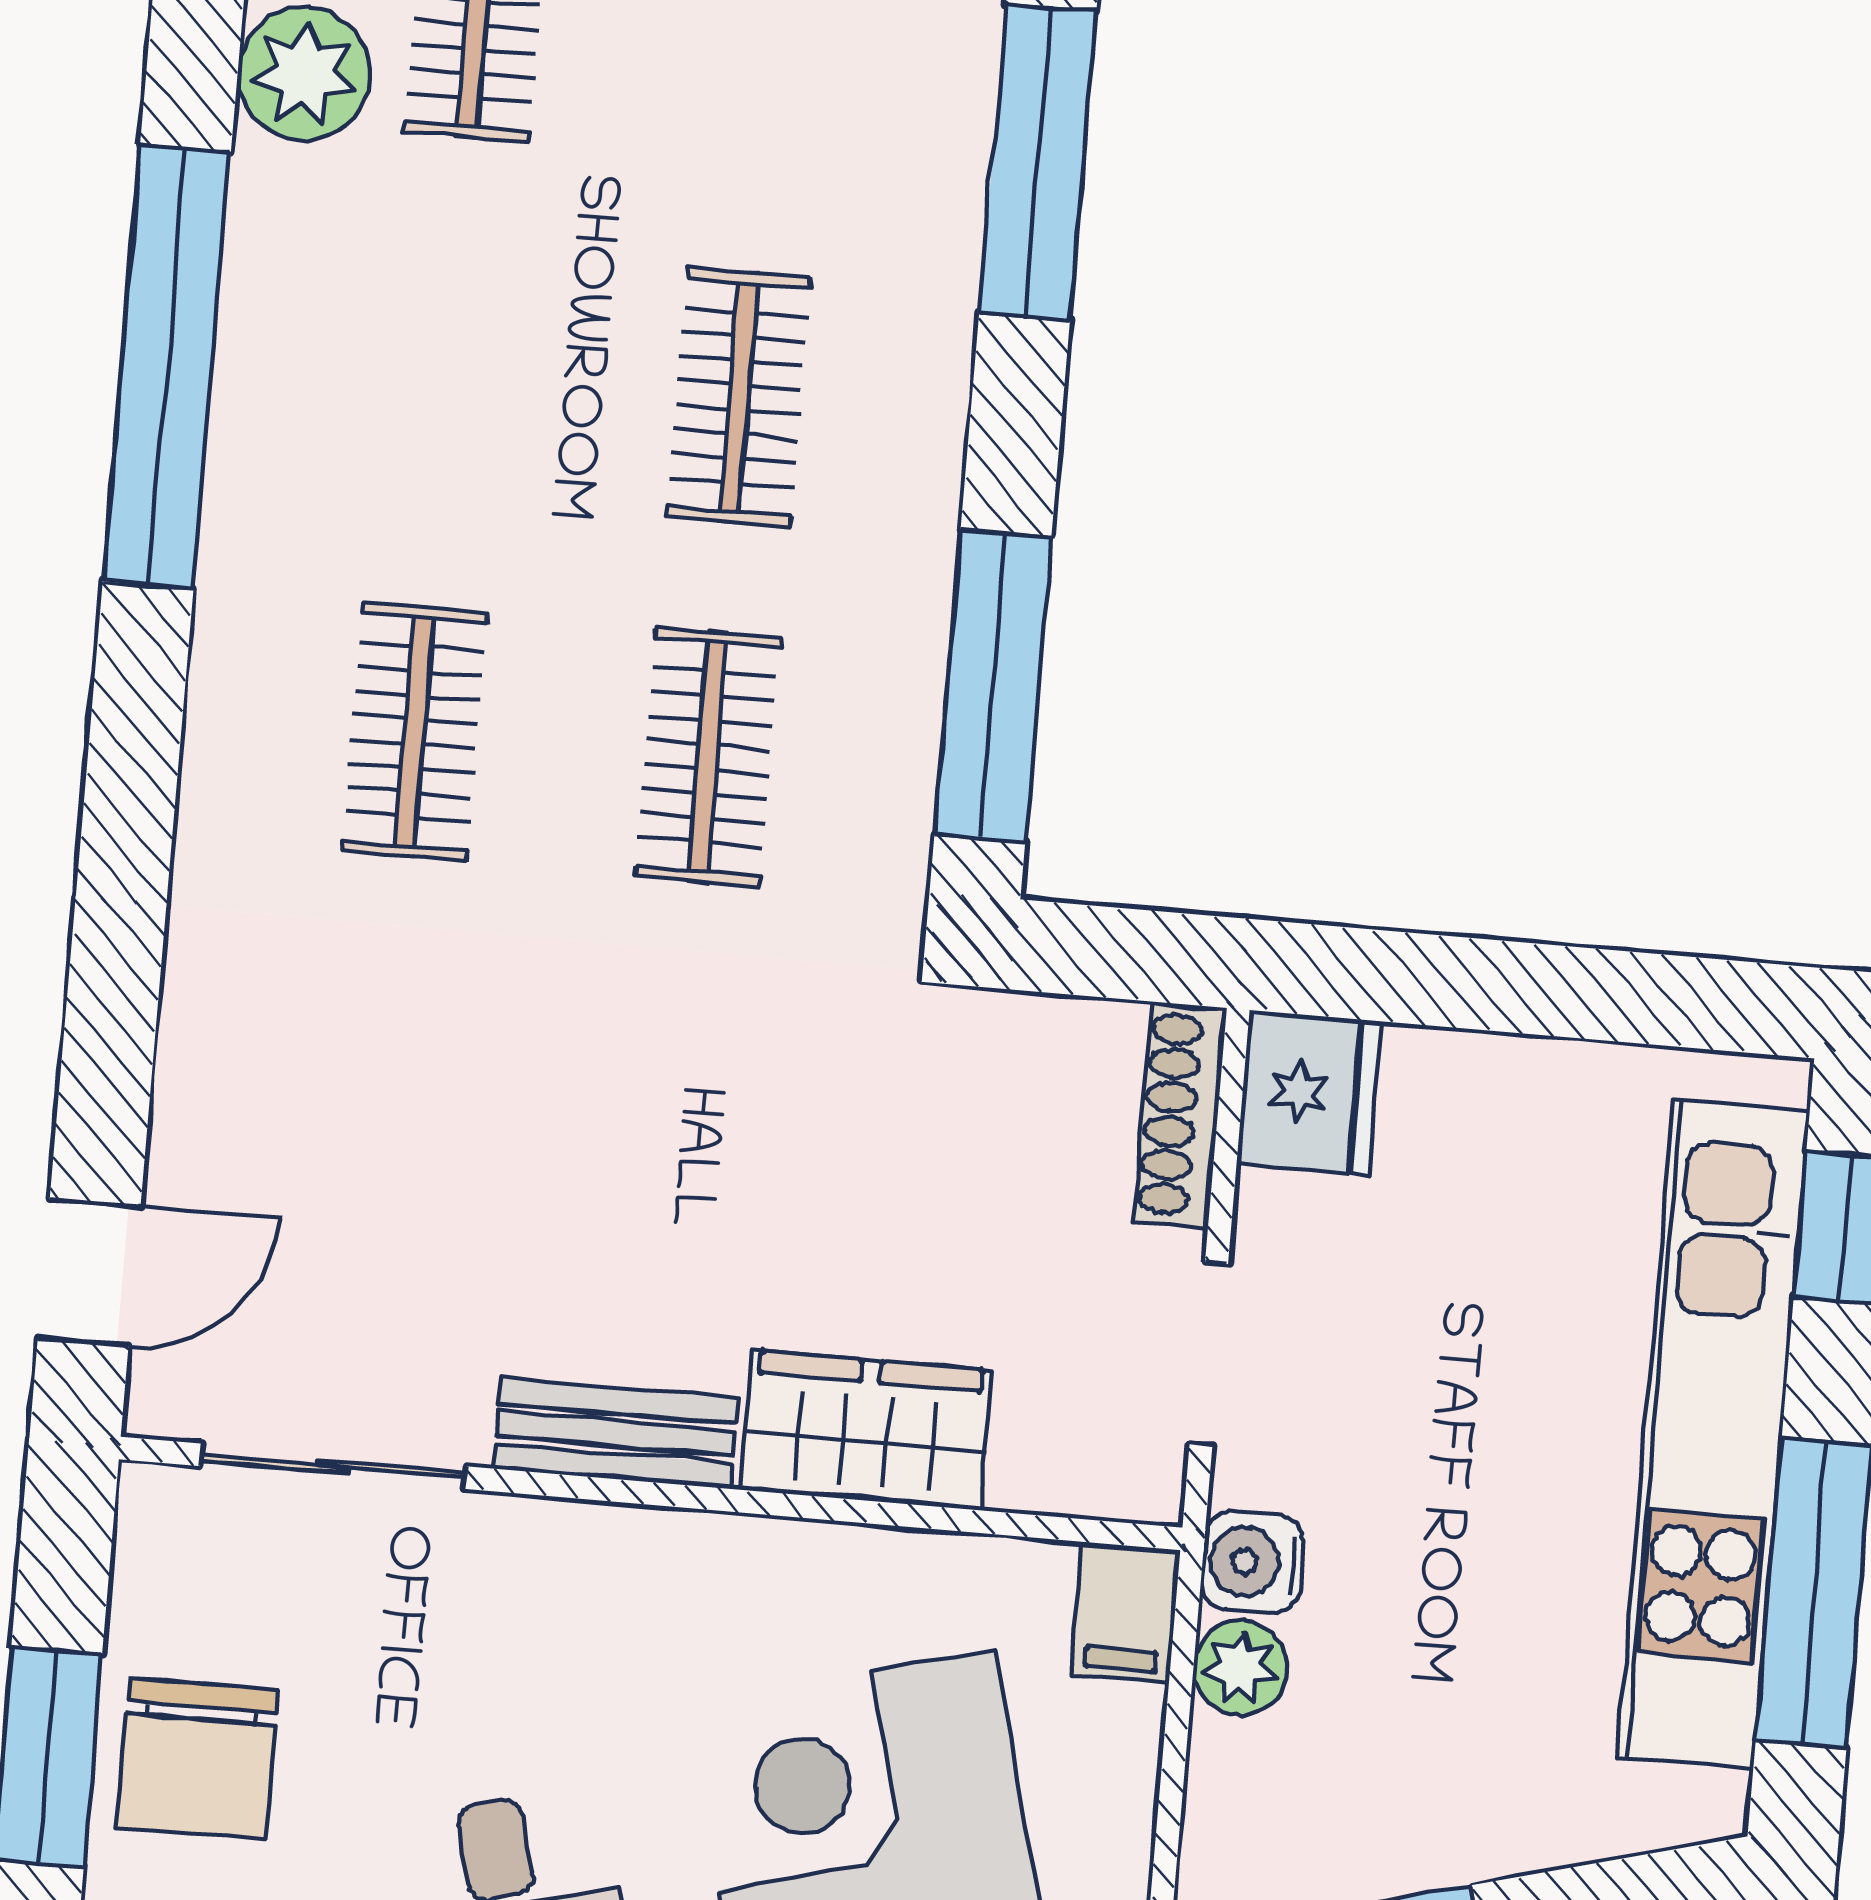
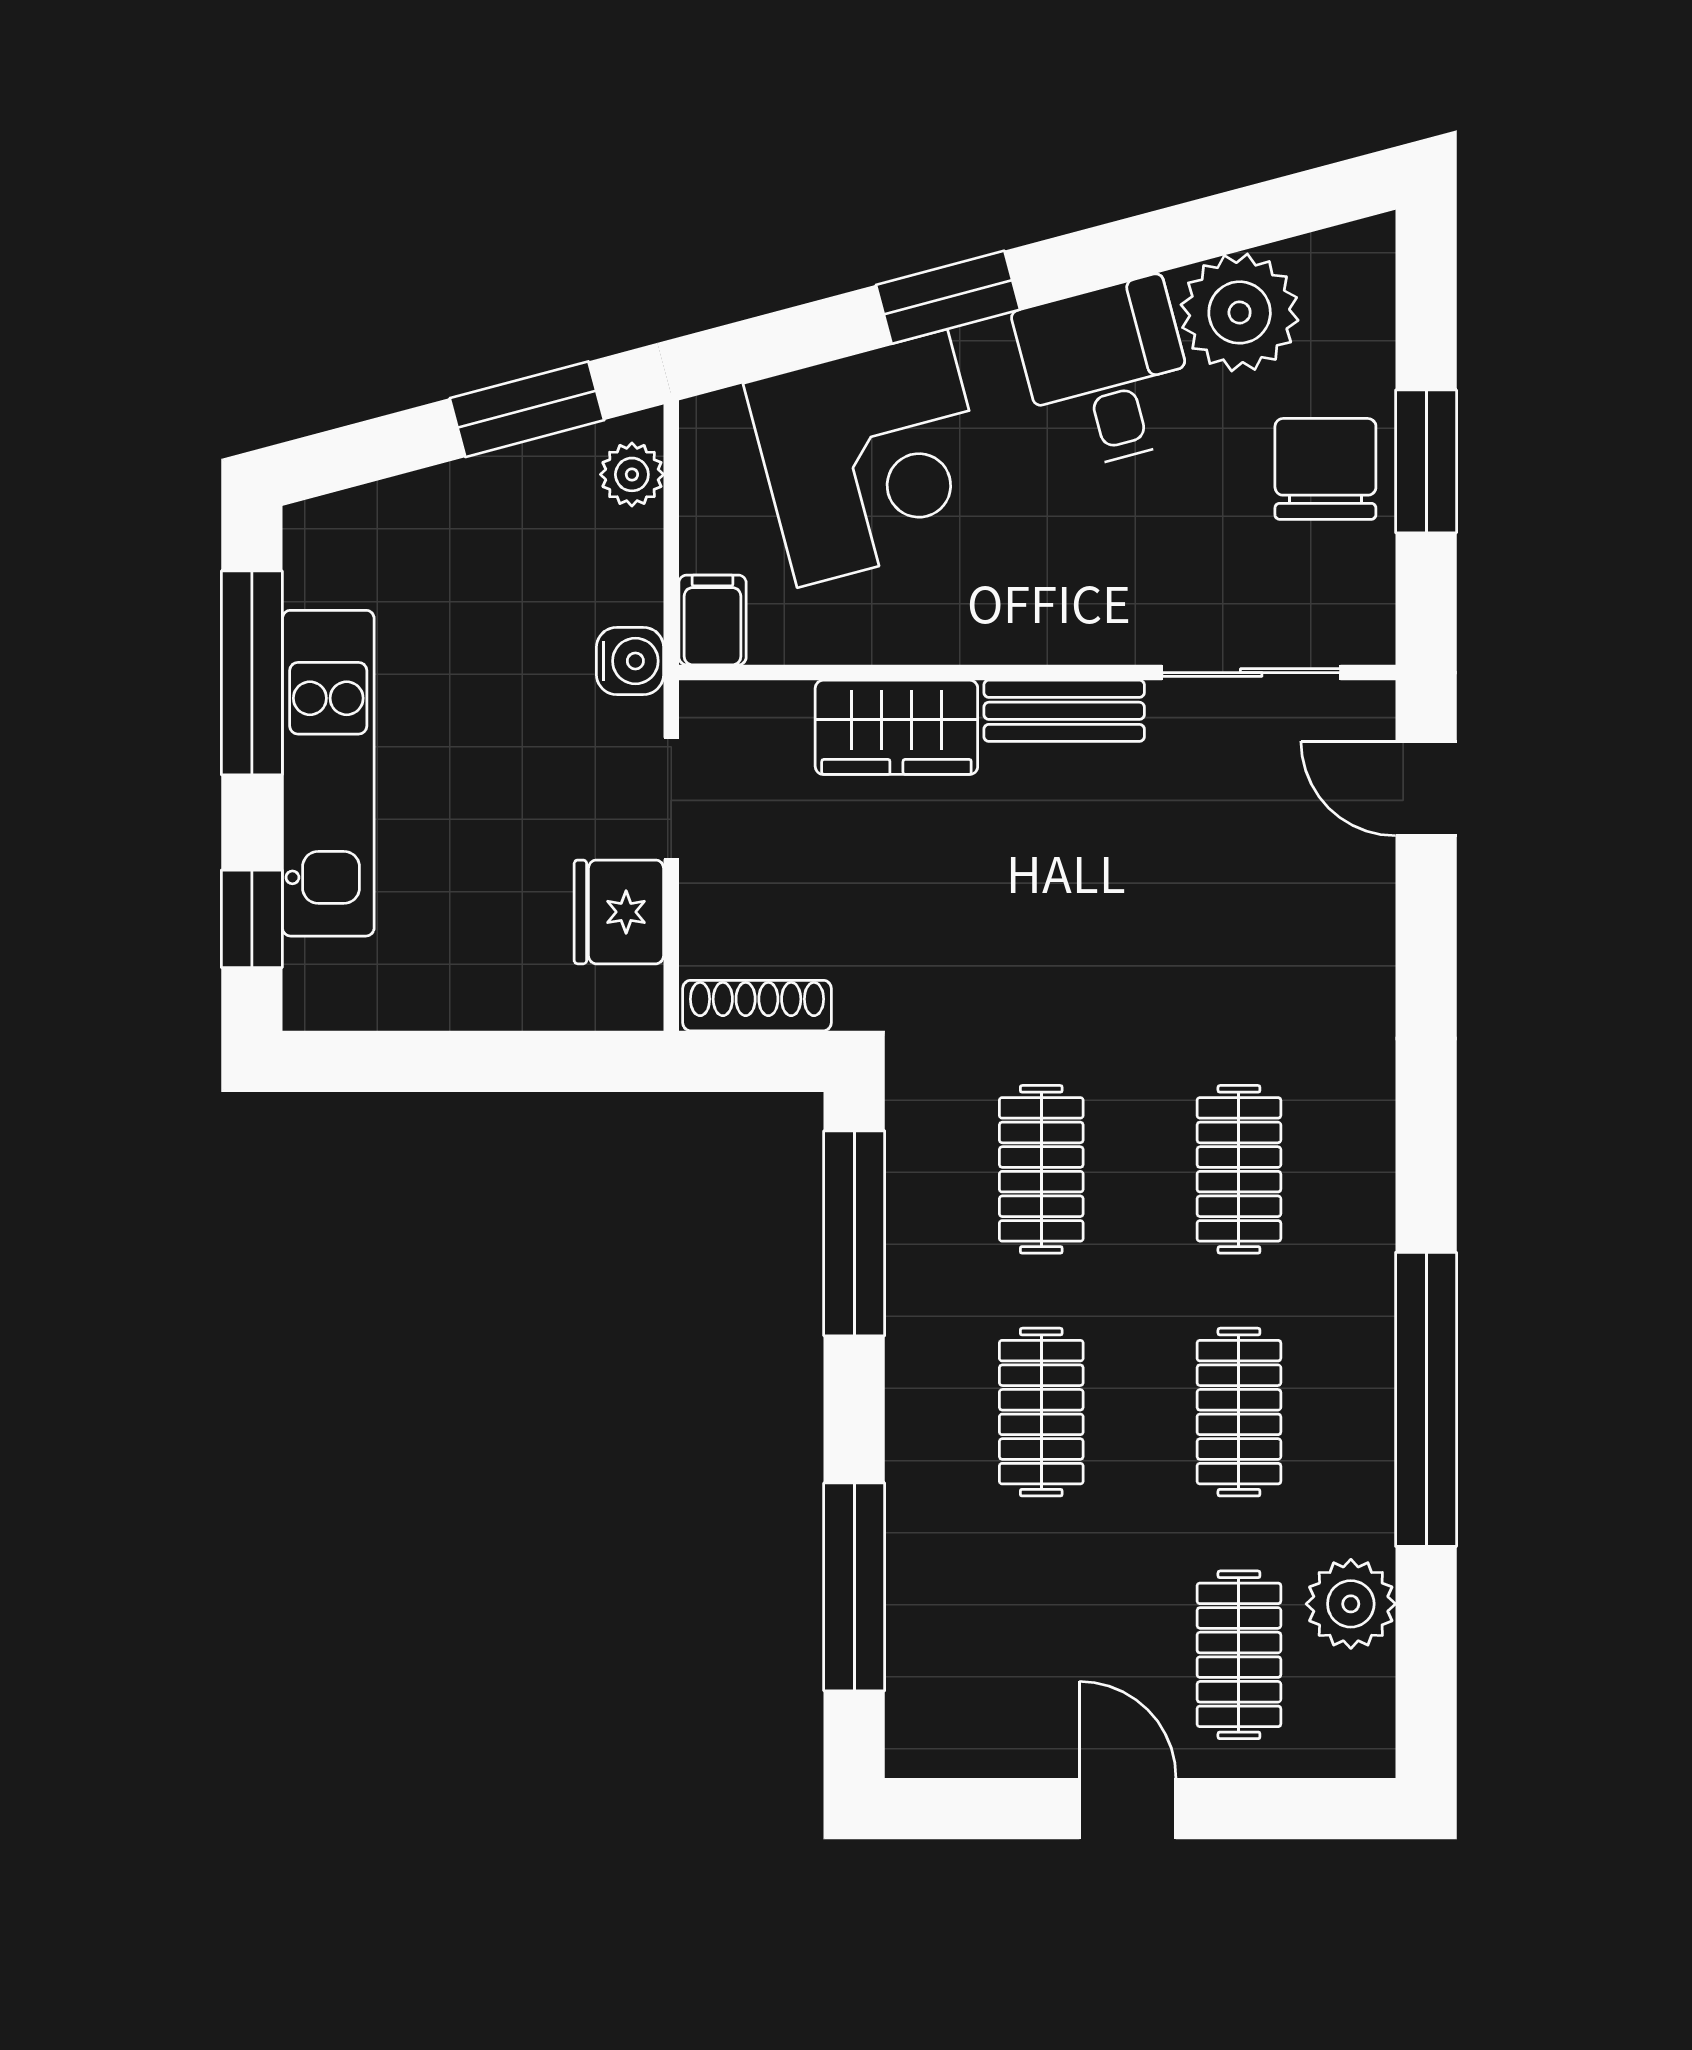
clothes rail: (446, 372) -> (1239, 1412), added
fridge: (1309, 1093) -> (619, 912), moved
shoe rack: (1180, 1115) -> (757, 1006), moved, turned -90
door: (89, 1272) -> (1426, 788), hinge flipped
kitchen unit: (1714, 1434) -> (328, 773), width x0.73
plant: (1240, 1668) -> (632, 474), moved

